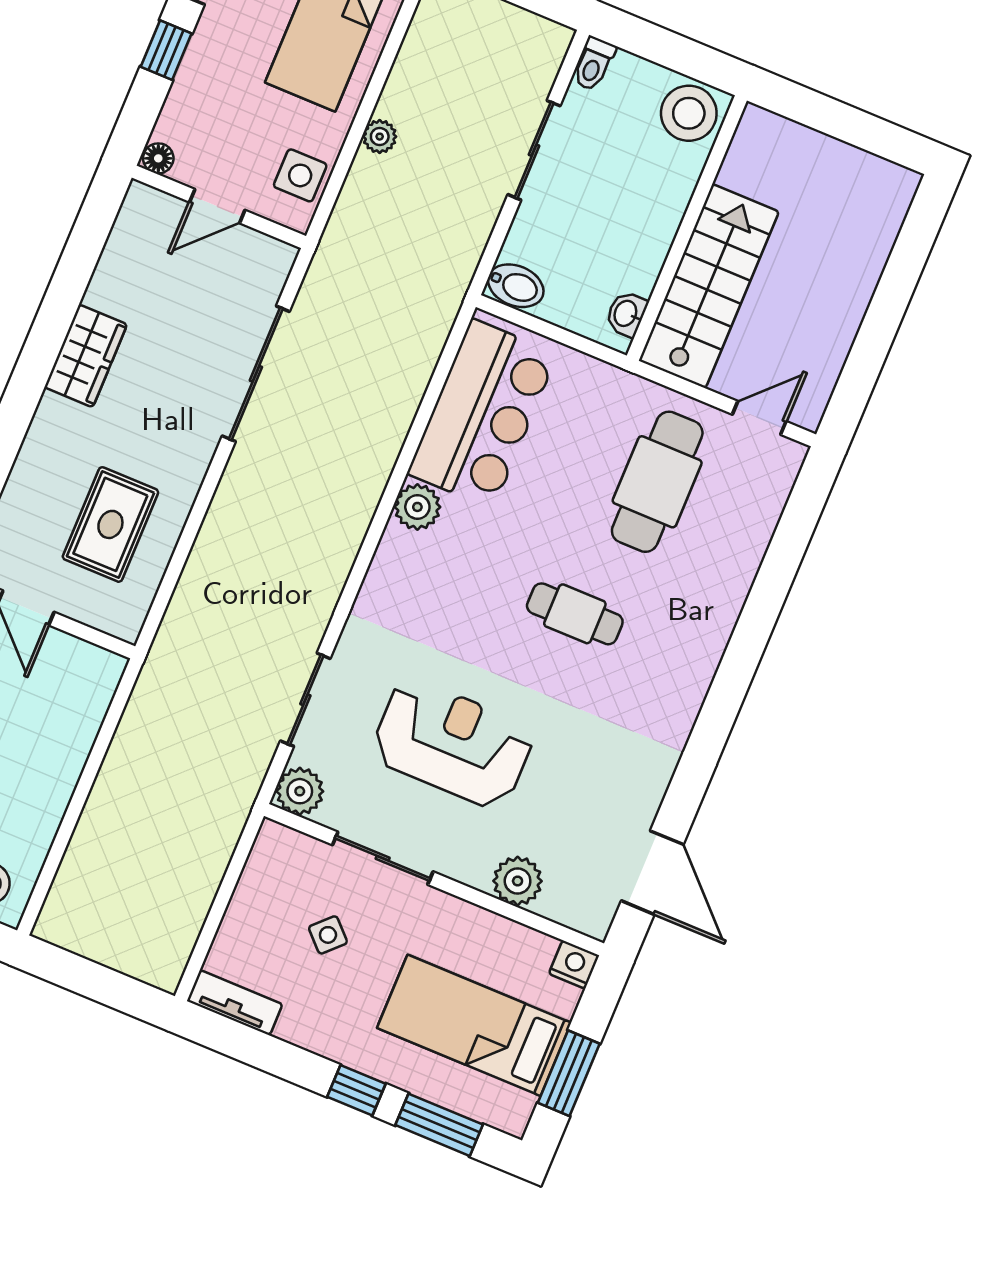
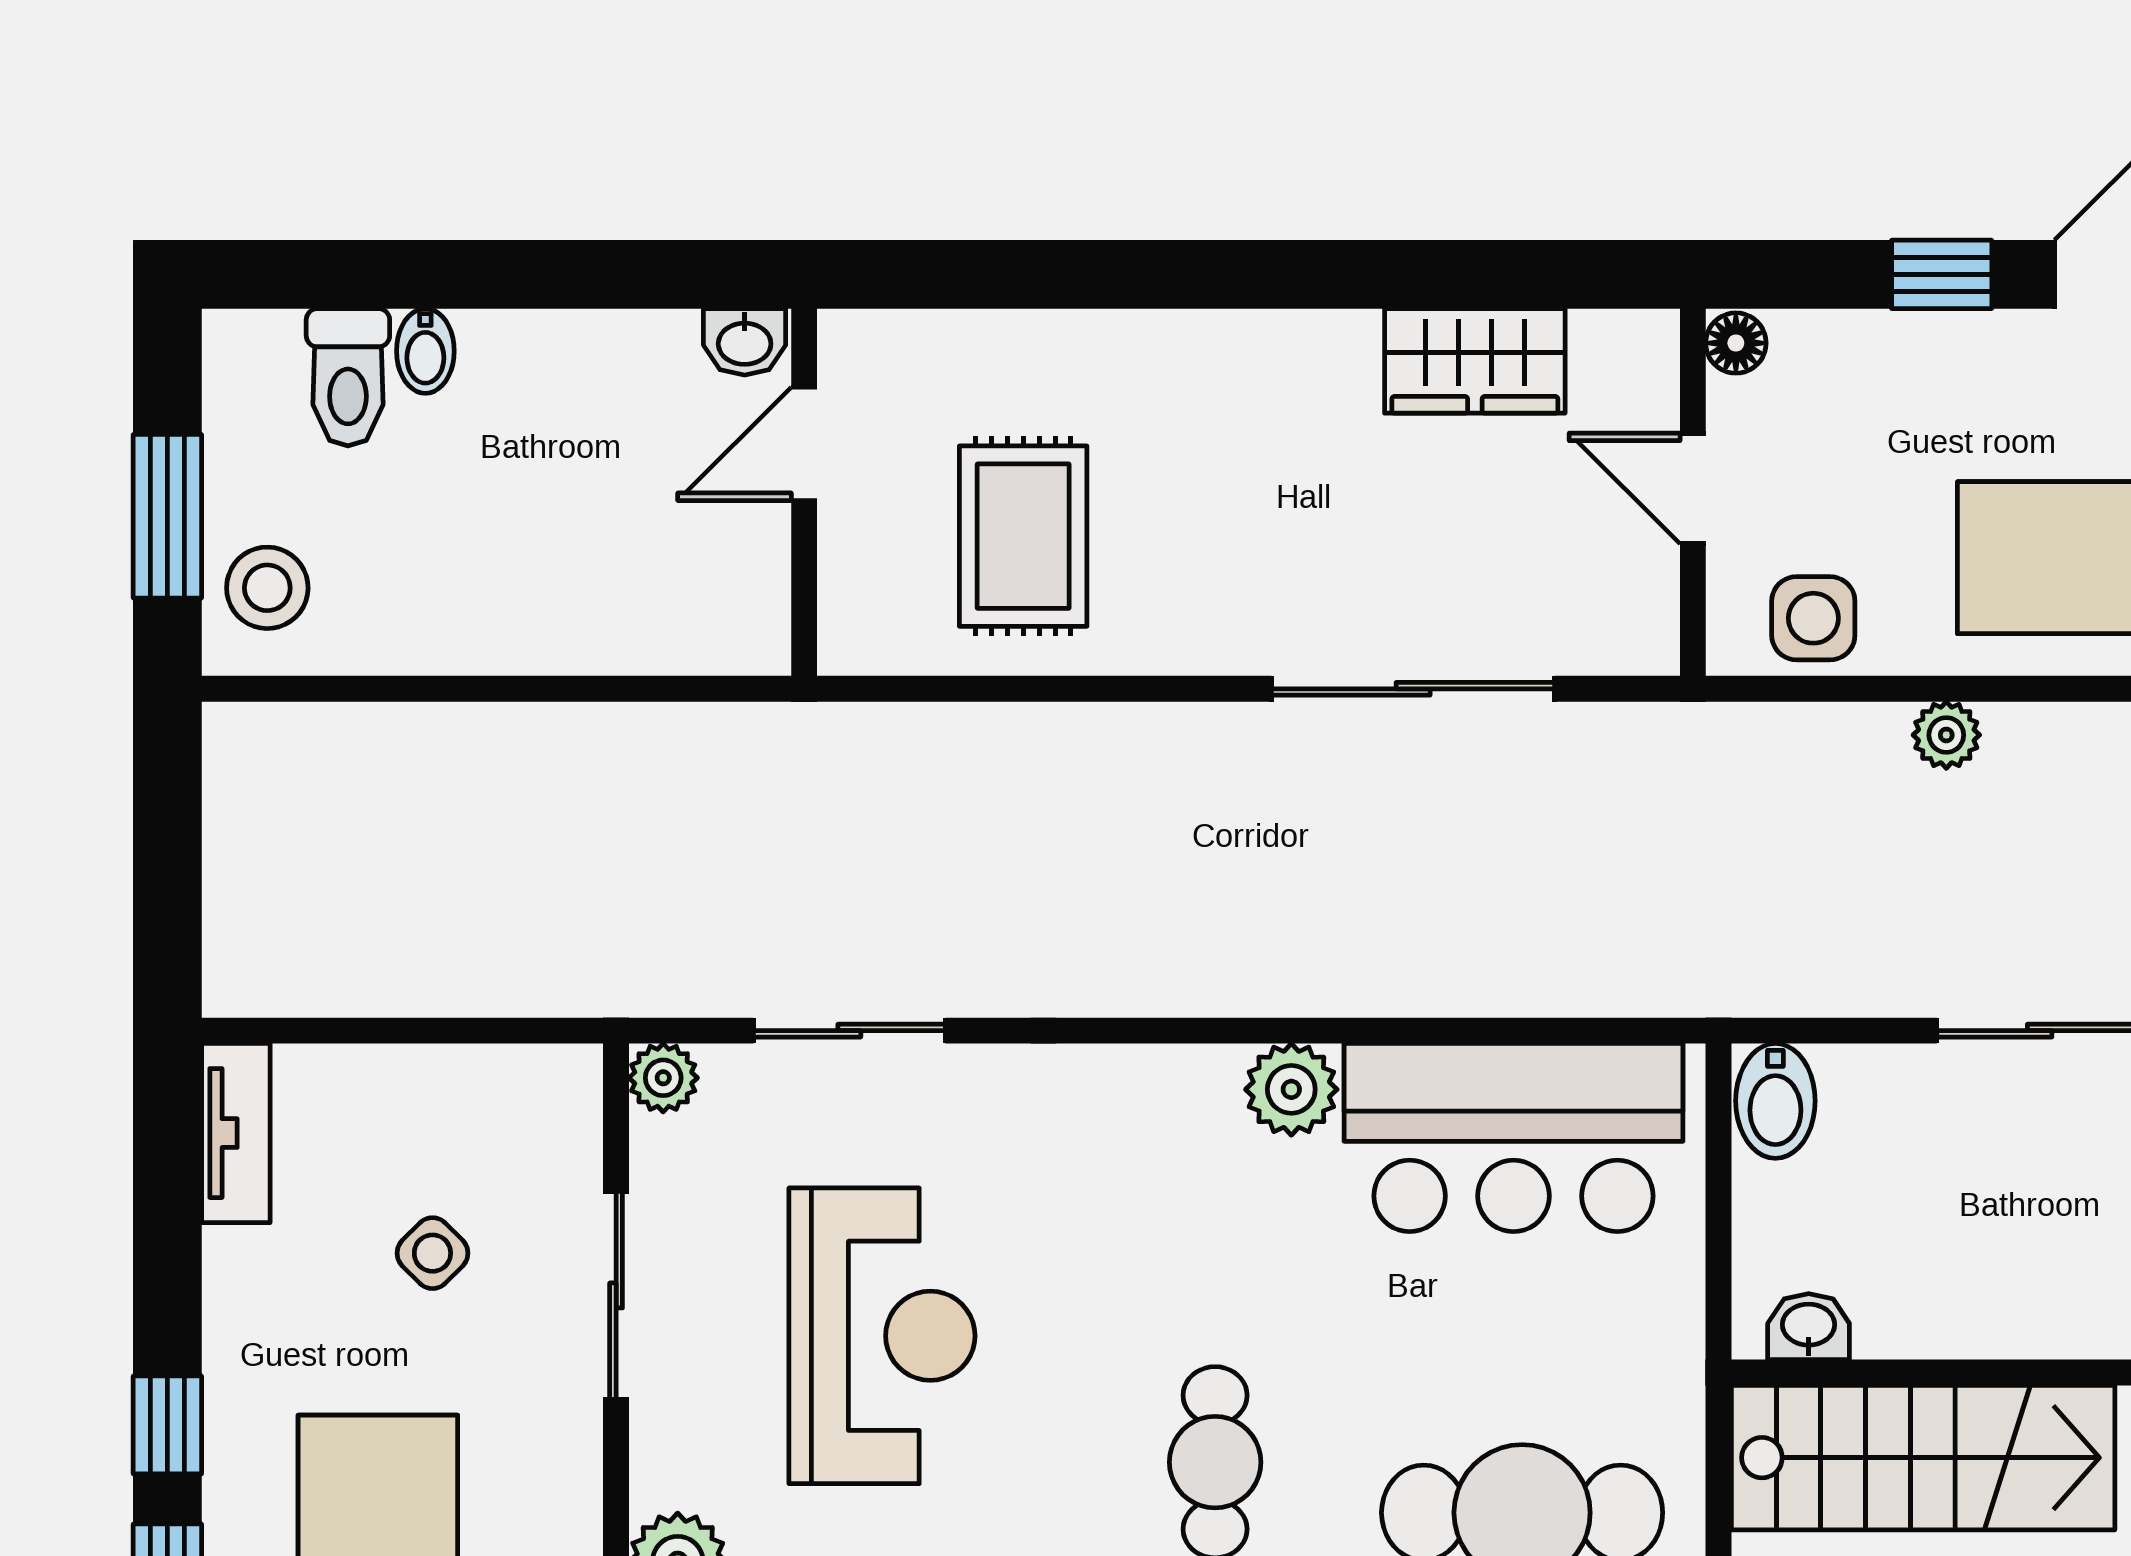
wardrobe: (86, 356) -> (1475, 361), moved
rug: (110, 524) -> (1023, 536), turned 90
plant: (300, 791) -> (663, 1078), width x0.73, depth x0.73

